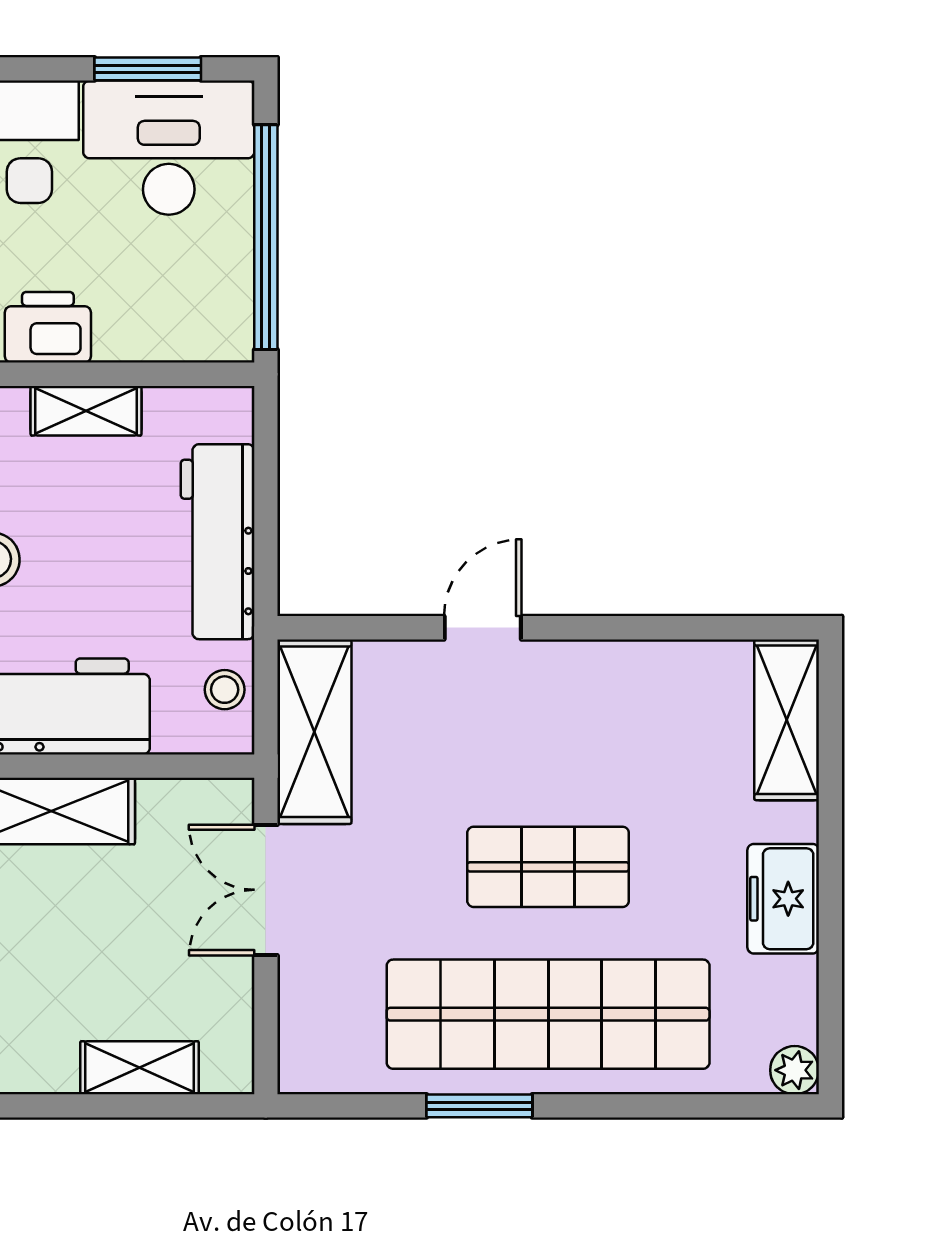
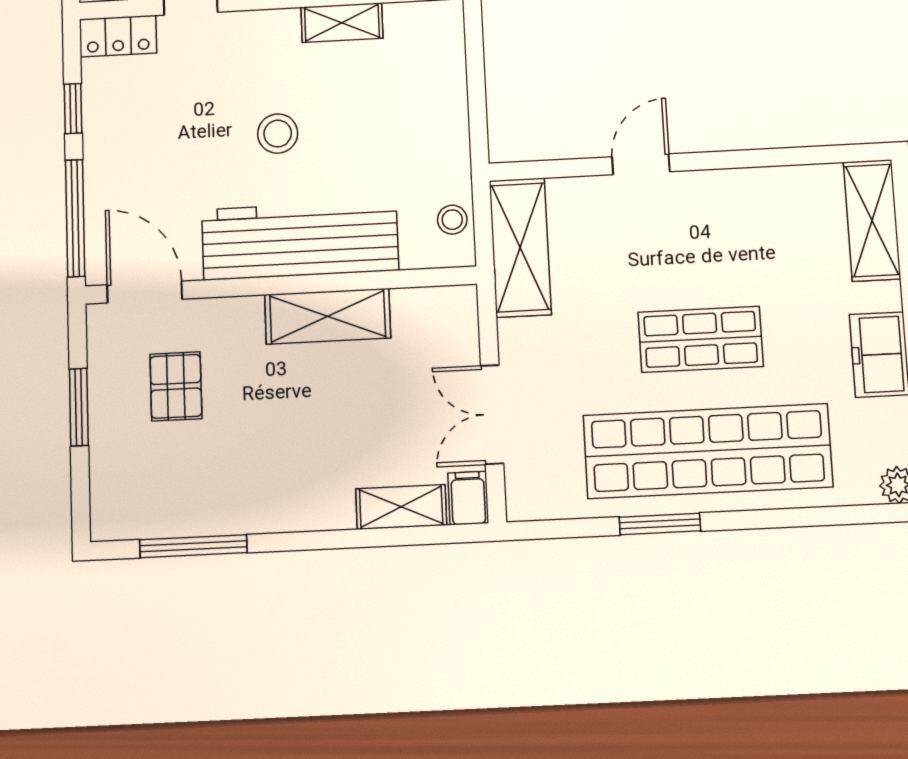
workbench: (218, 542) -> (442, 112), removed
double door: (266, 890) -> (492, 414), moved
filing cabinet: (229, 1060) -> (468, 498), added

